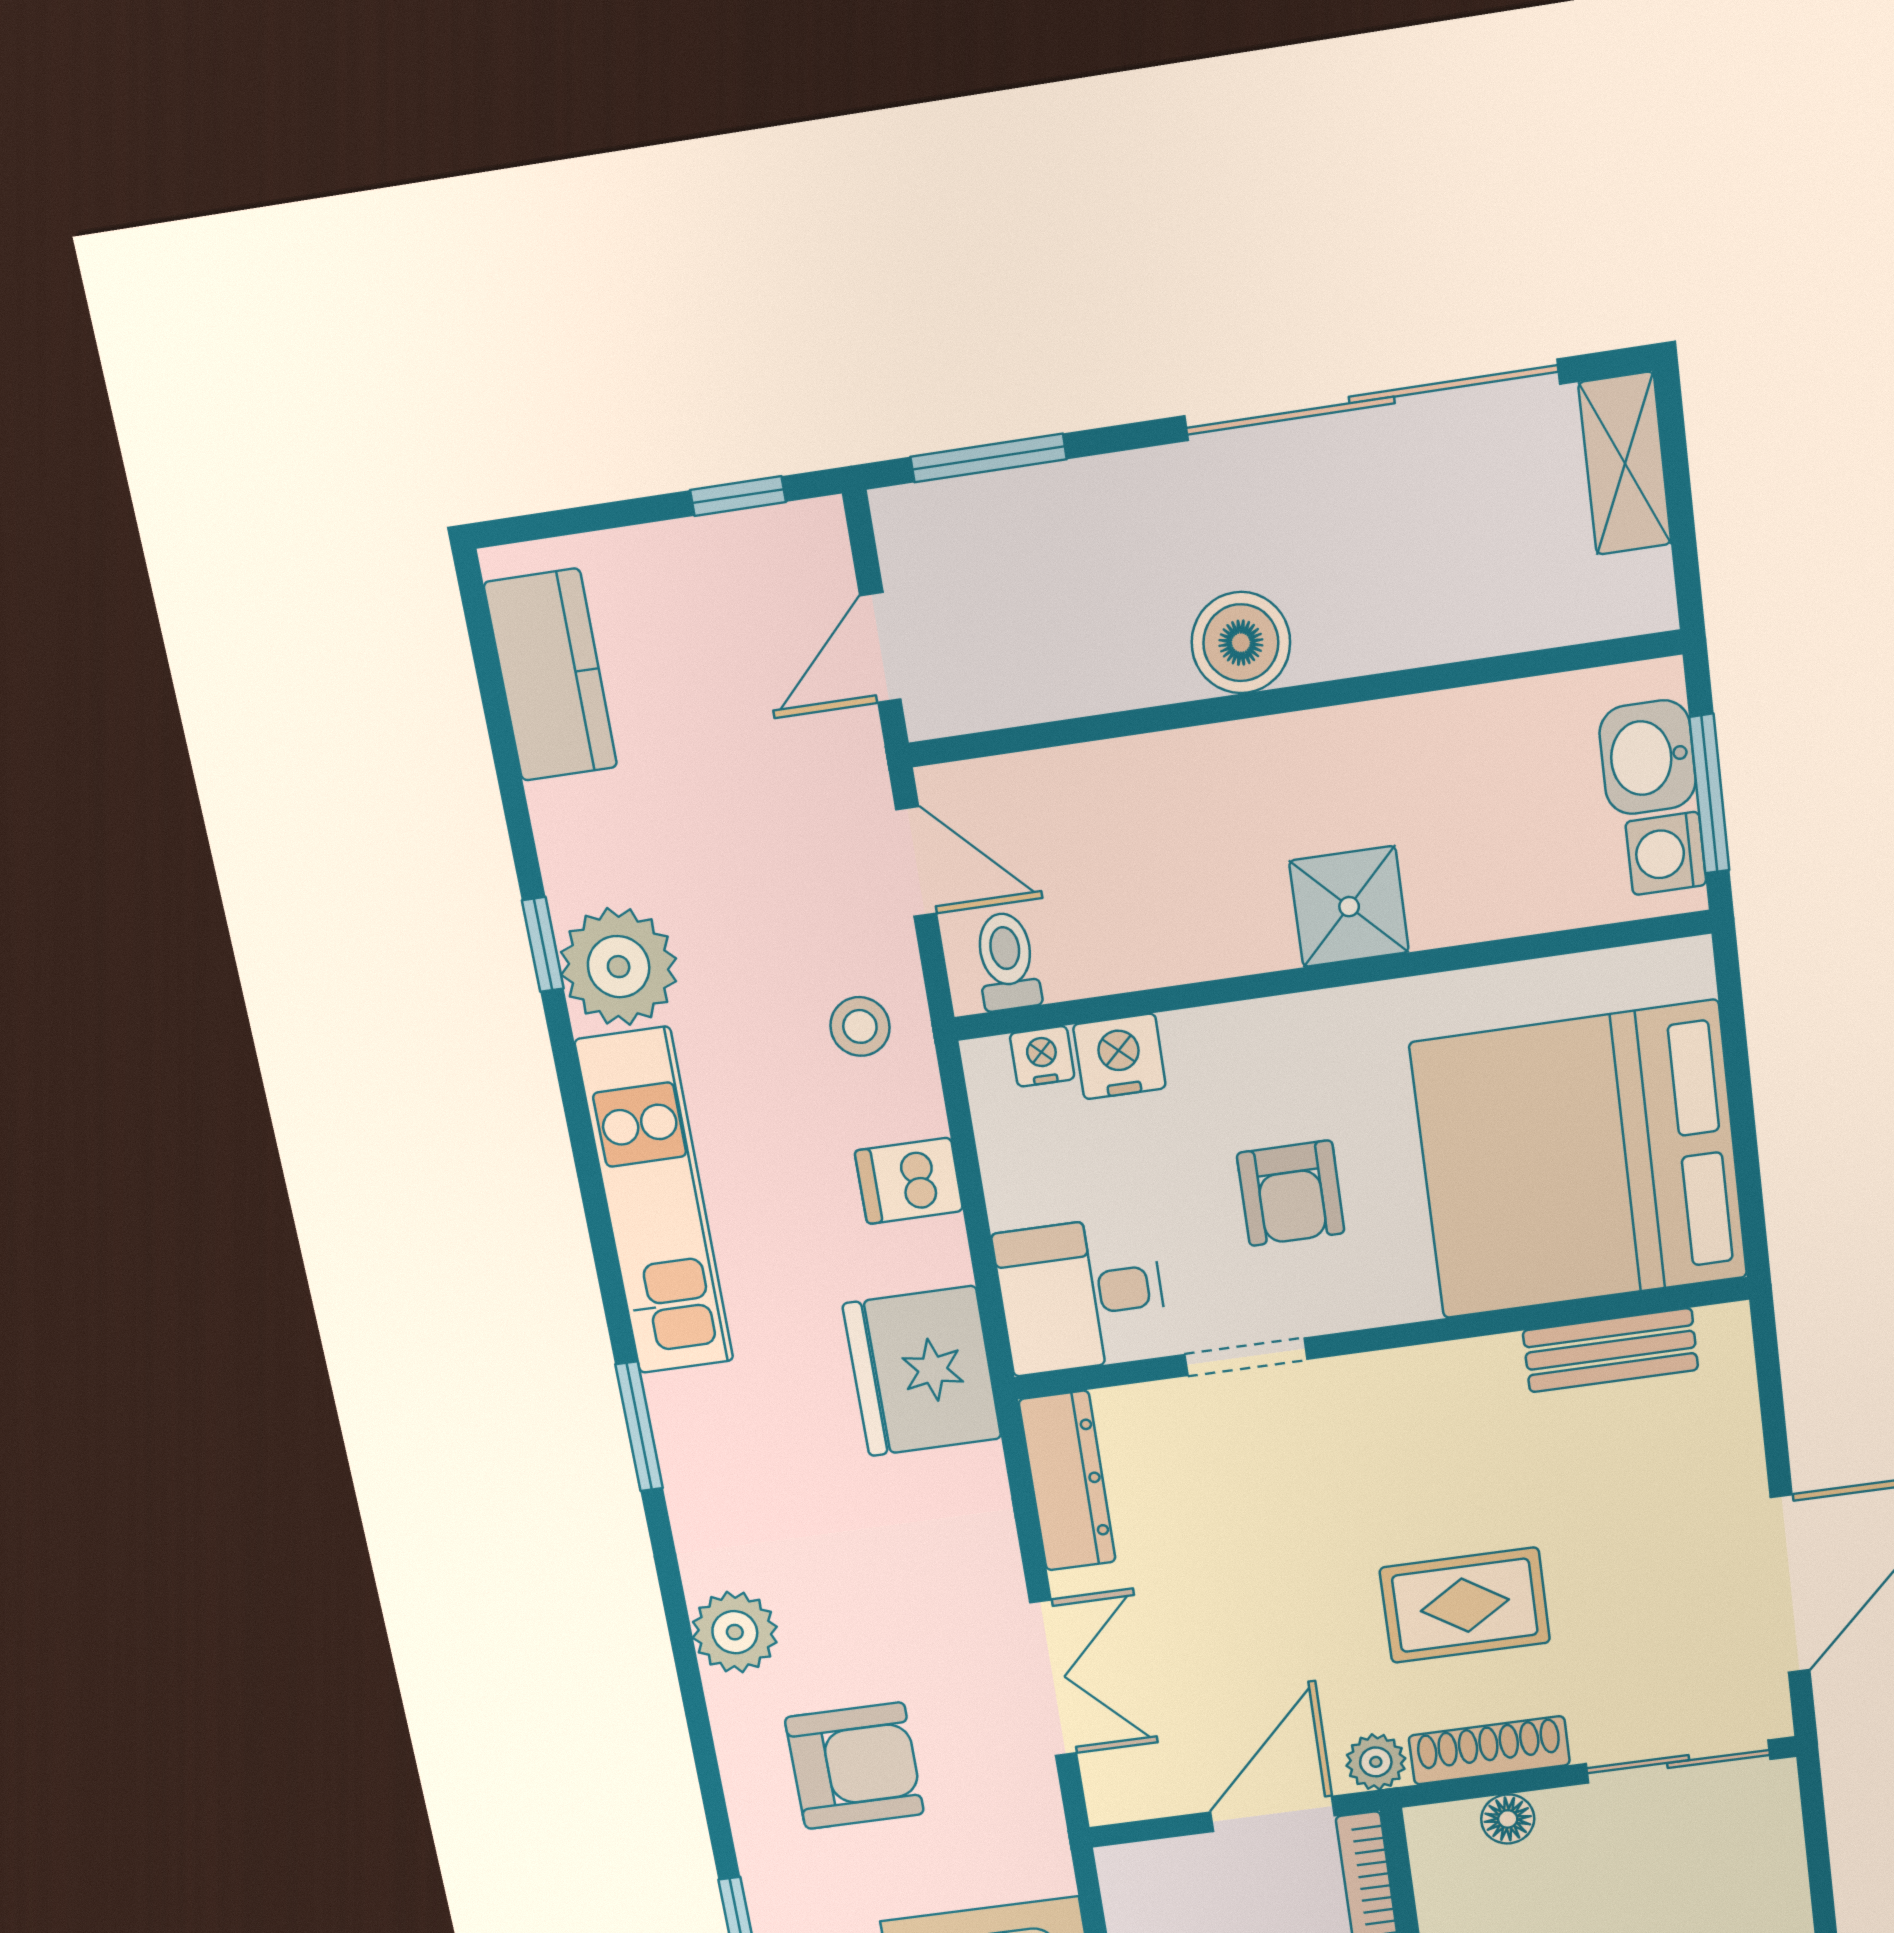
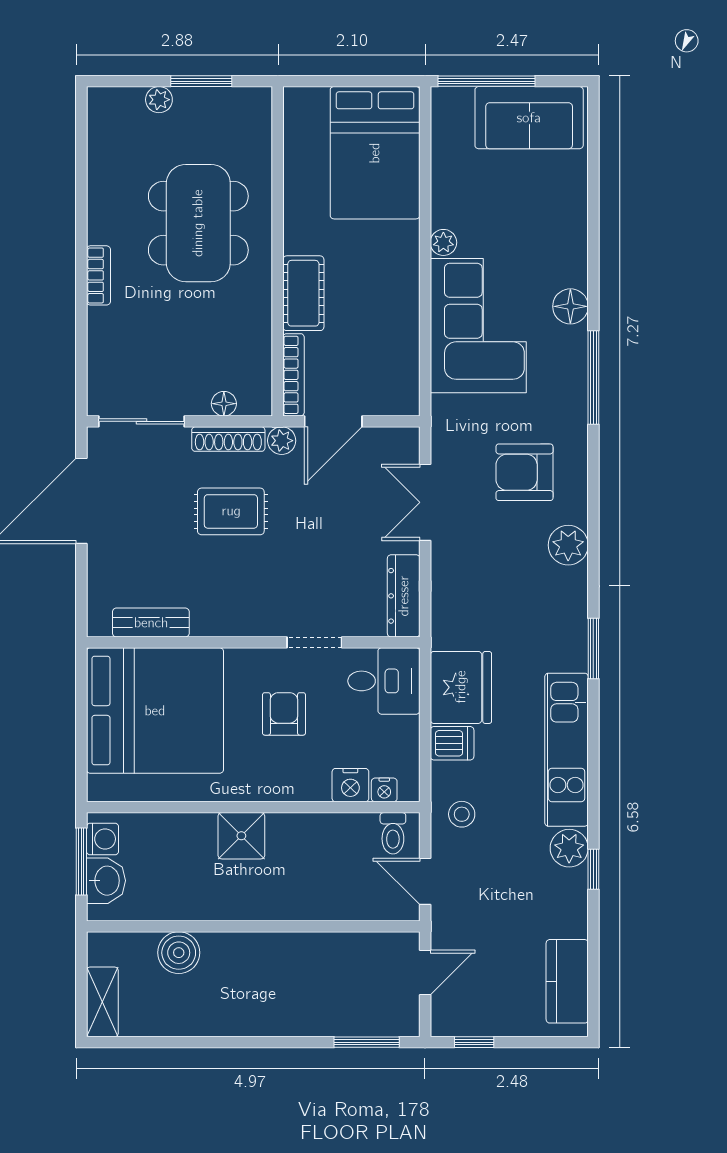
sliding door: (1372, 400) -> (204, 1042), removed
boiler: (1241, 643) -> (179, 953), moved
plant: (619, 967) -> (569, 848), width x0.73, depth x0.73
fridge: (922, 1371) -> (461, 687), moved

